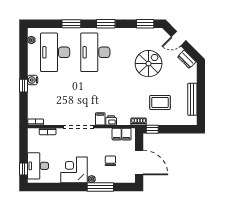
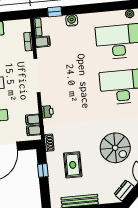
water cooler: (33, 80) -> (72, 20), moved
window: (23, 86) -> (55, 12), moved
filing cabinet: (100, 119) -> (43, 42), moved
window: (152, 129) -> (43, 170), moved

